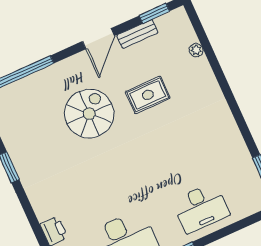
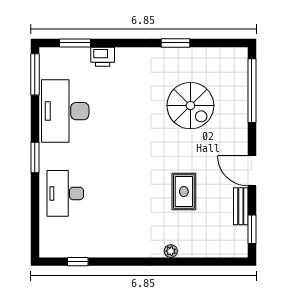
plant: (196, 50) -> (171, 251), moved
spiral stairs: (89, 114) -> (190, 106), moved

